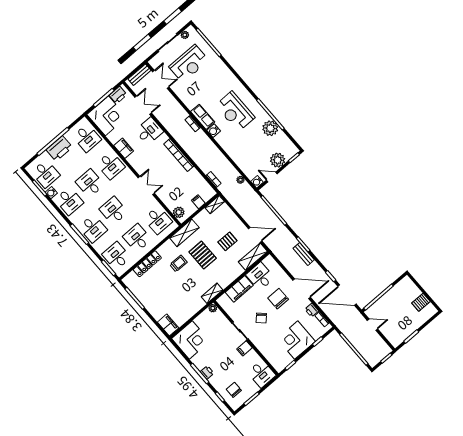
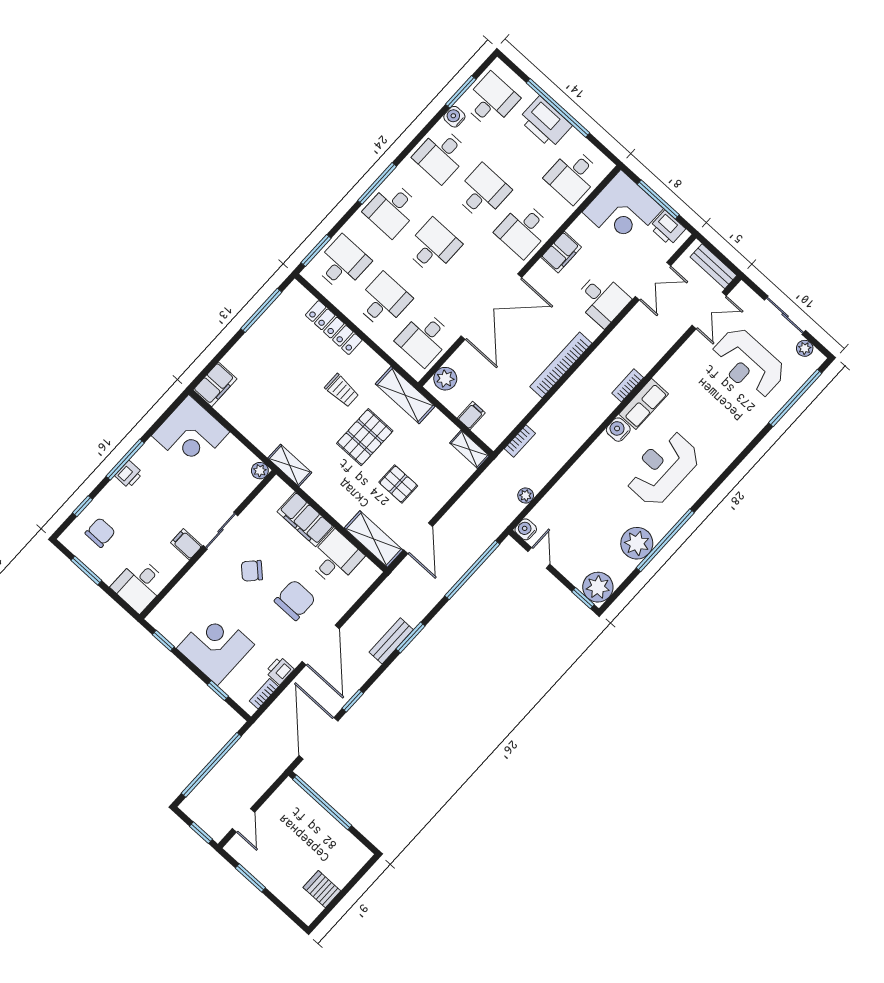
plant: (278, 160) -> (598, 587), moved
desk: (46, 174) -> (491, 101), turned 180
double door: (146, 186) -> (491, 307), width x1.87
door: (372, 325) -> (243, 820), moved

